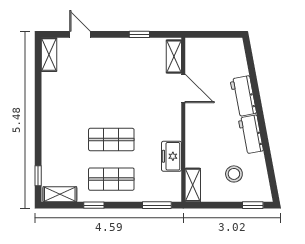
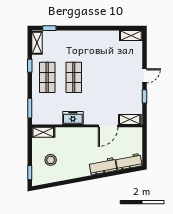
door: (80, 34) -> (145, 76), moved
workbench: (251, 134) -> (129, 162), moved
freezer: (172, 156) -> (73, 118), moved

